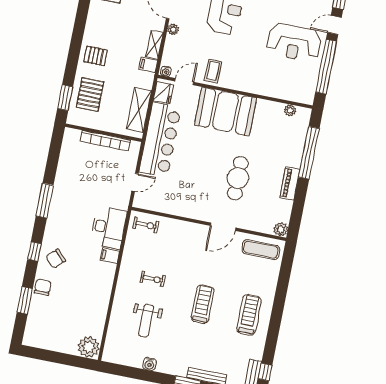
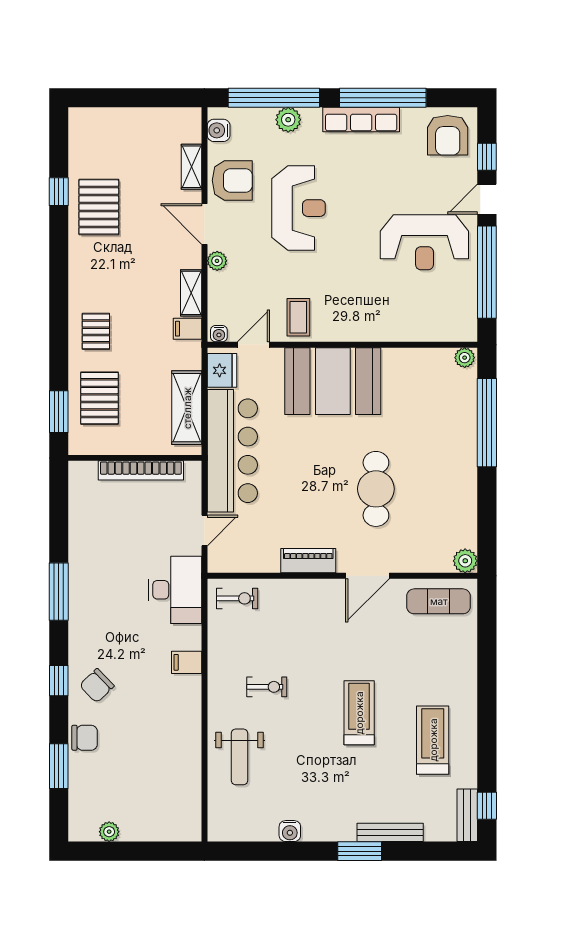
pallet: (96, 56) -> (96, 331), turned 90
plant: (290, 110) -> (465, 358), moved
piano: (290, 183) -> (308, 561), moved, turned 90
desk: (108, 228) -> (175, 590), moved
chair: (43, 287) -> (85, 738), turned 90
treadmill: (249, 315) -> (433, 740), moved
weight bench: (146, 321) -> (239, 757), moved
plant: (89, 347) -> (109, 832), moved, width x0.53, depth x0.53

